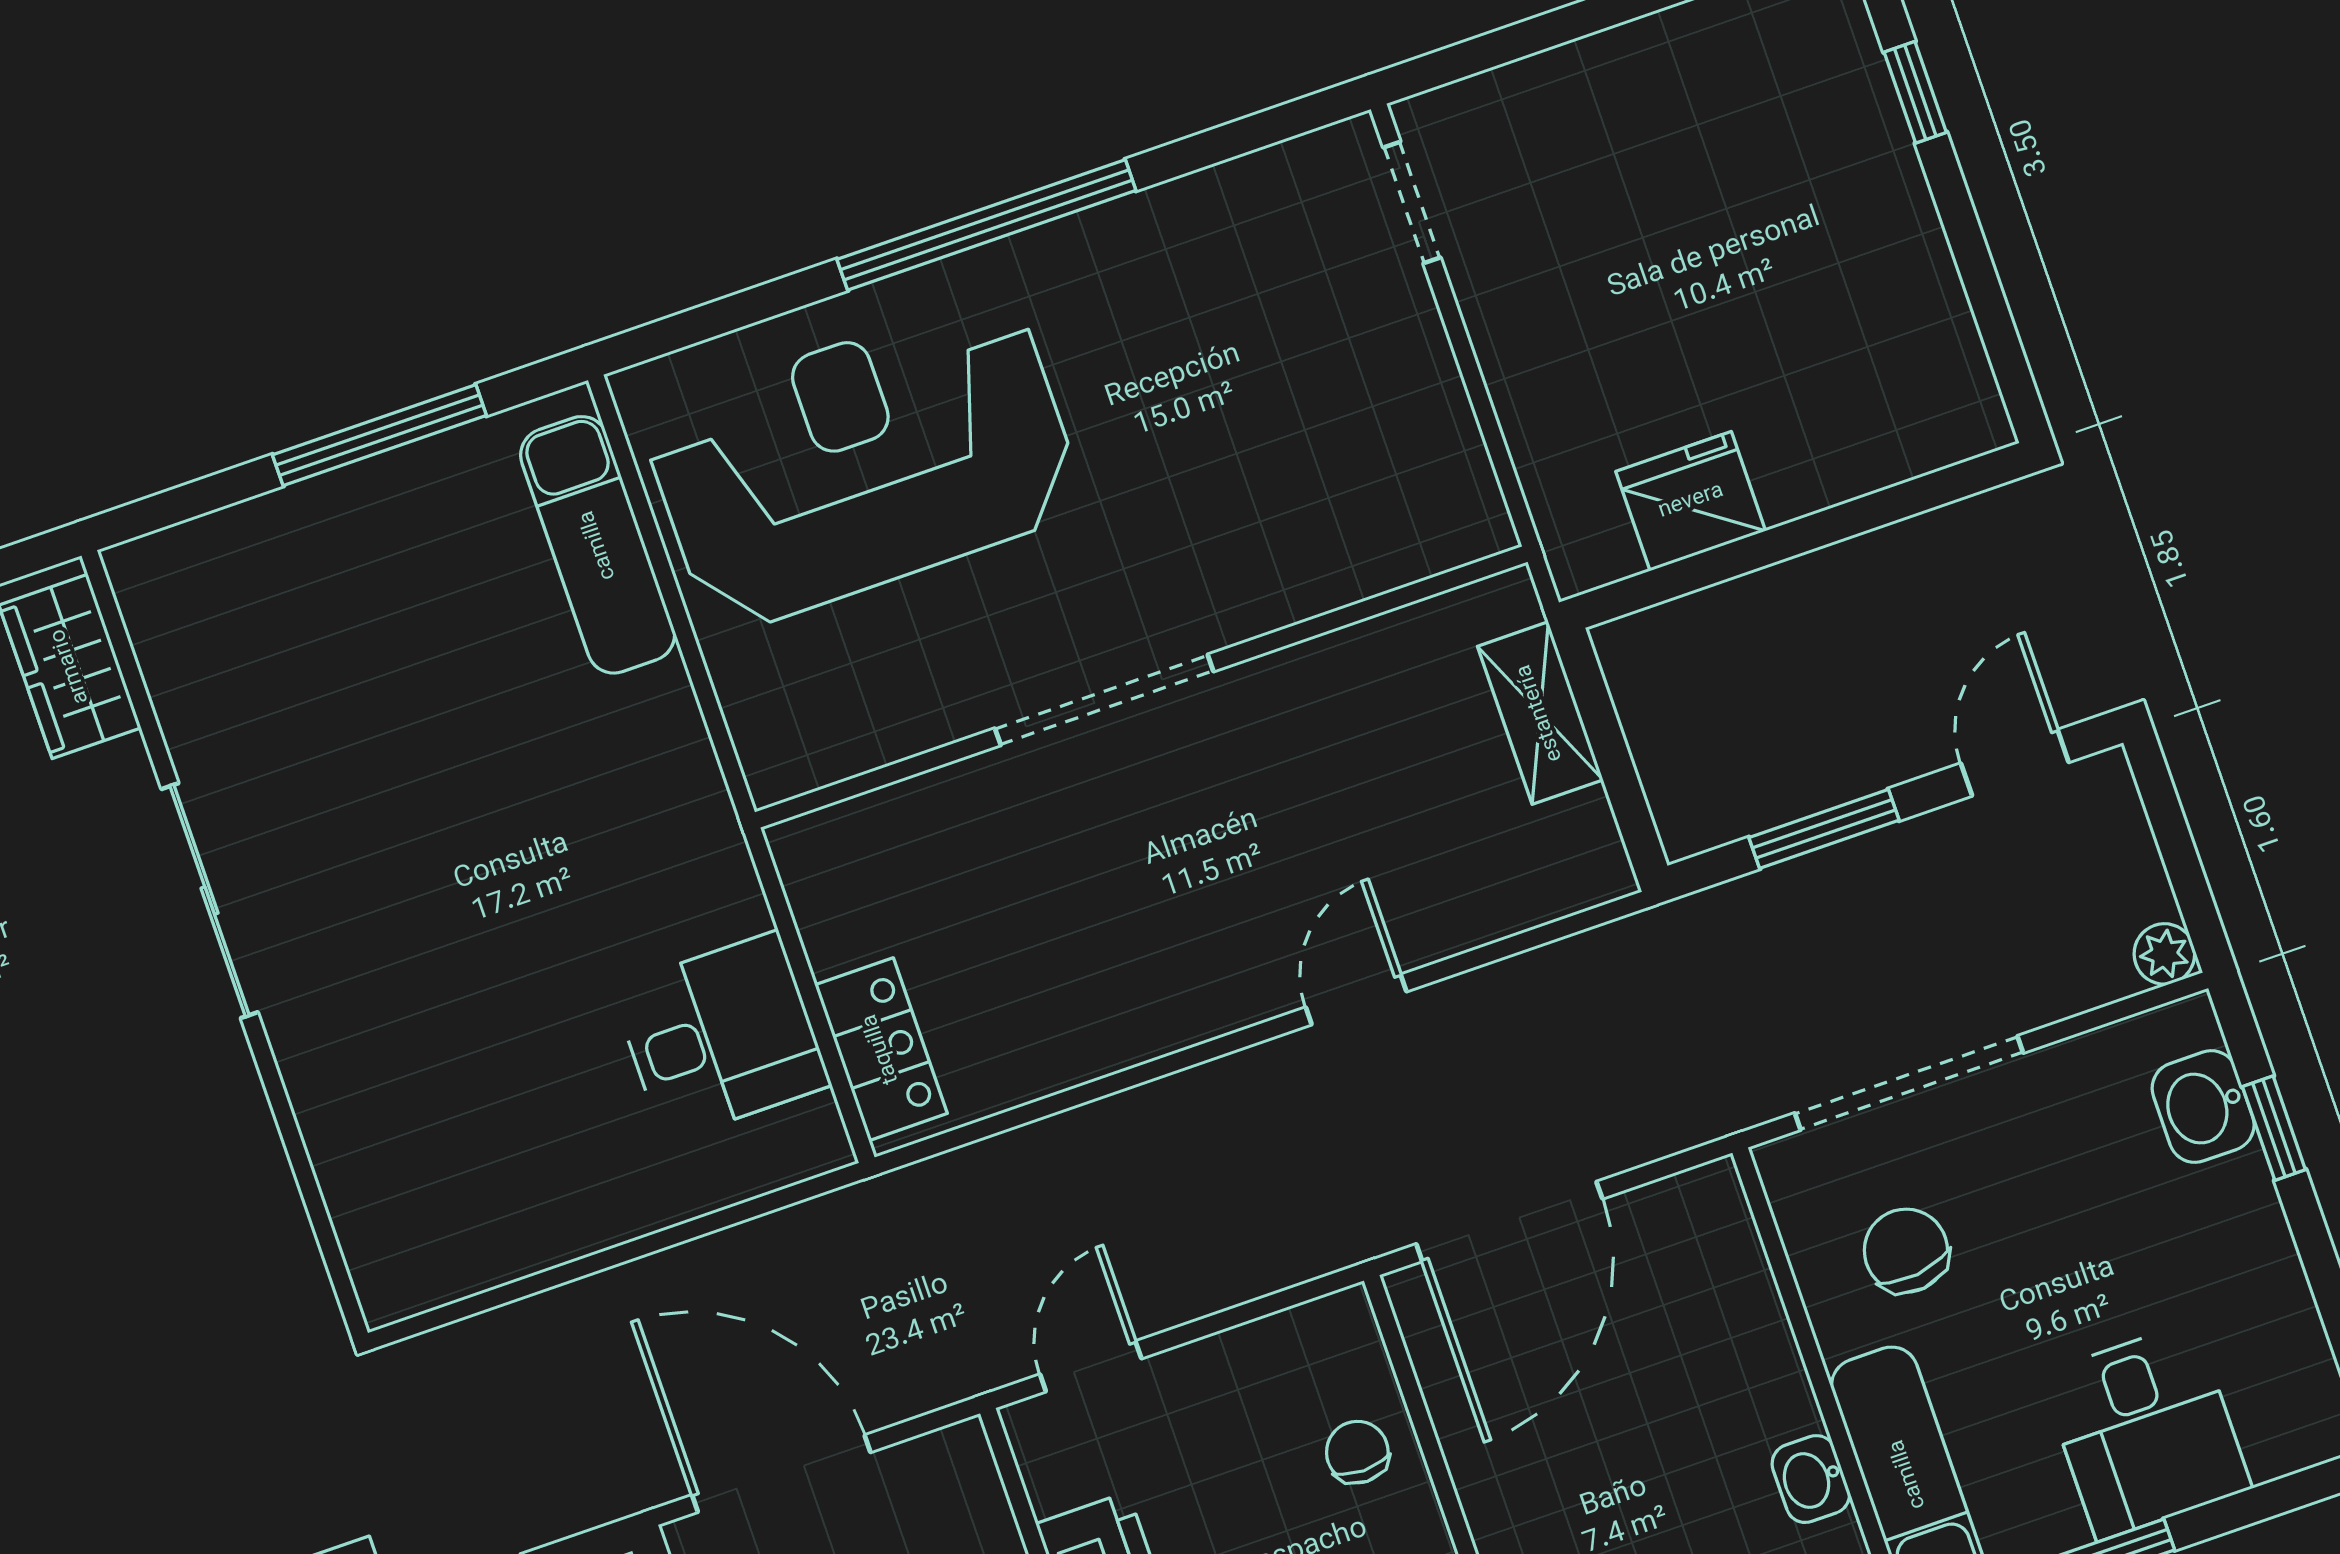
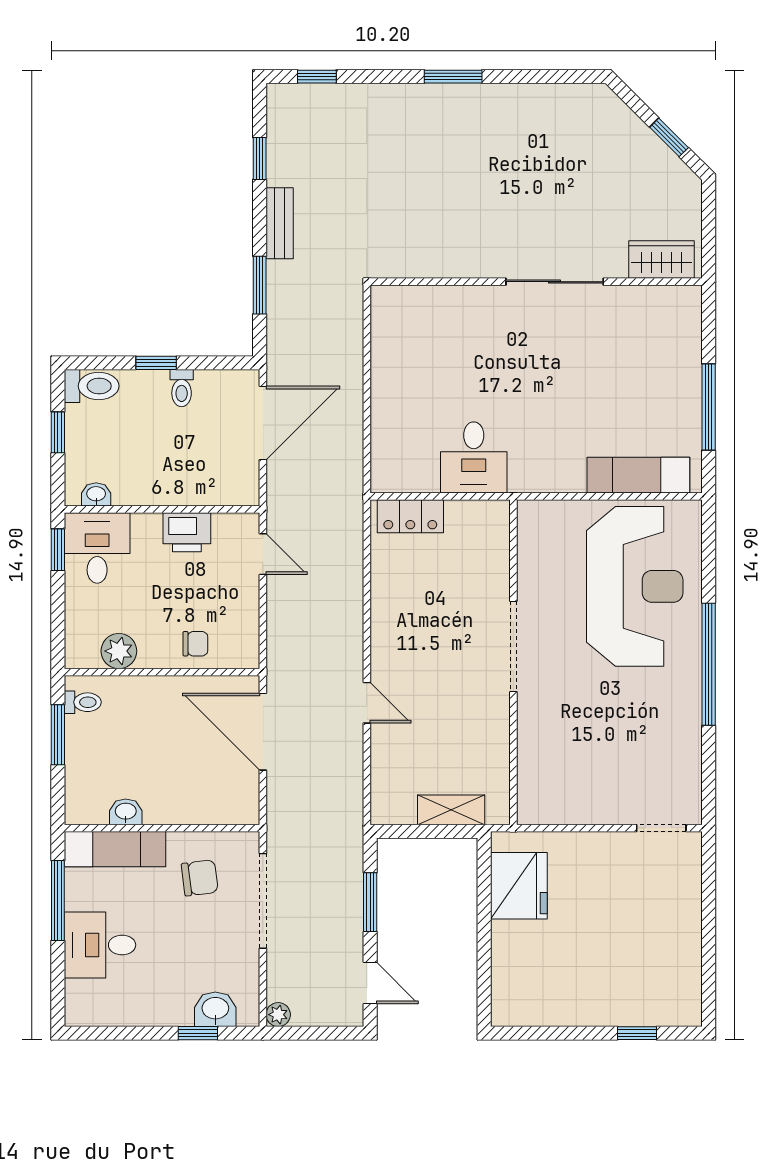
fridge: (1691, 501) -> (519, 886), width x1.36, depth x1.34
desk: (721, 1036) -> (474, 457), moved

